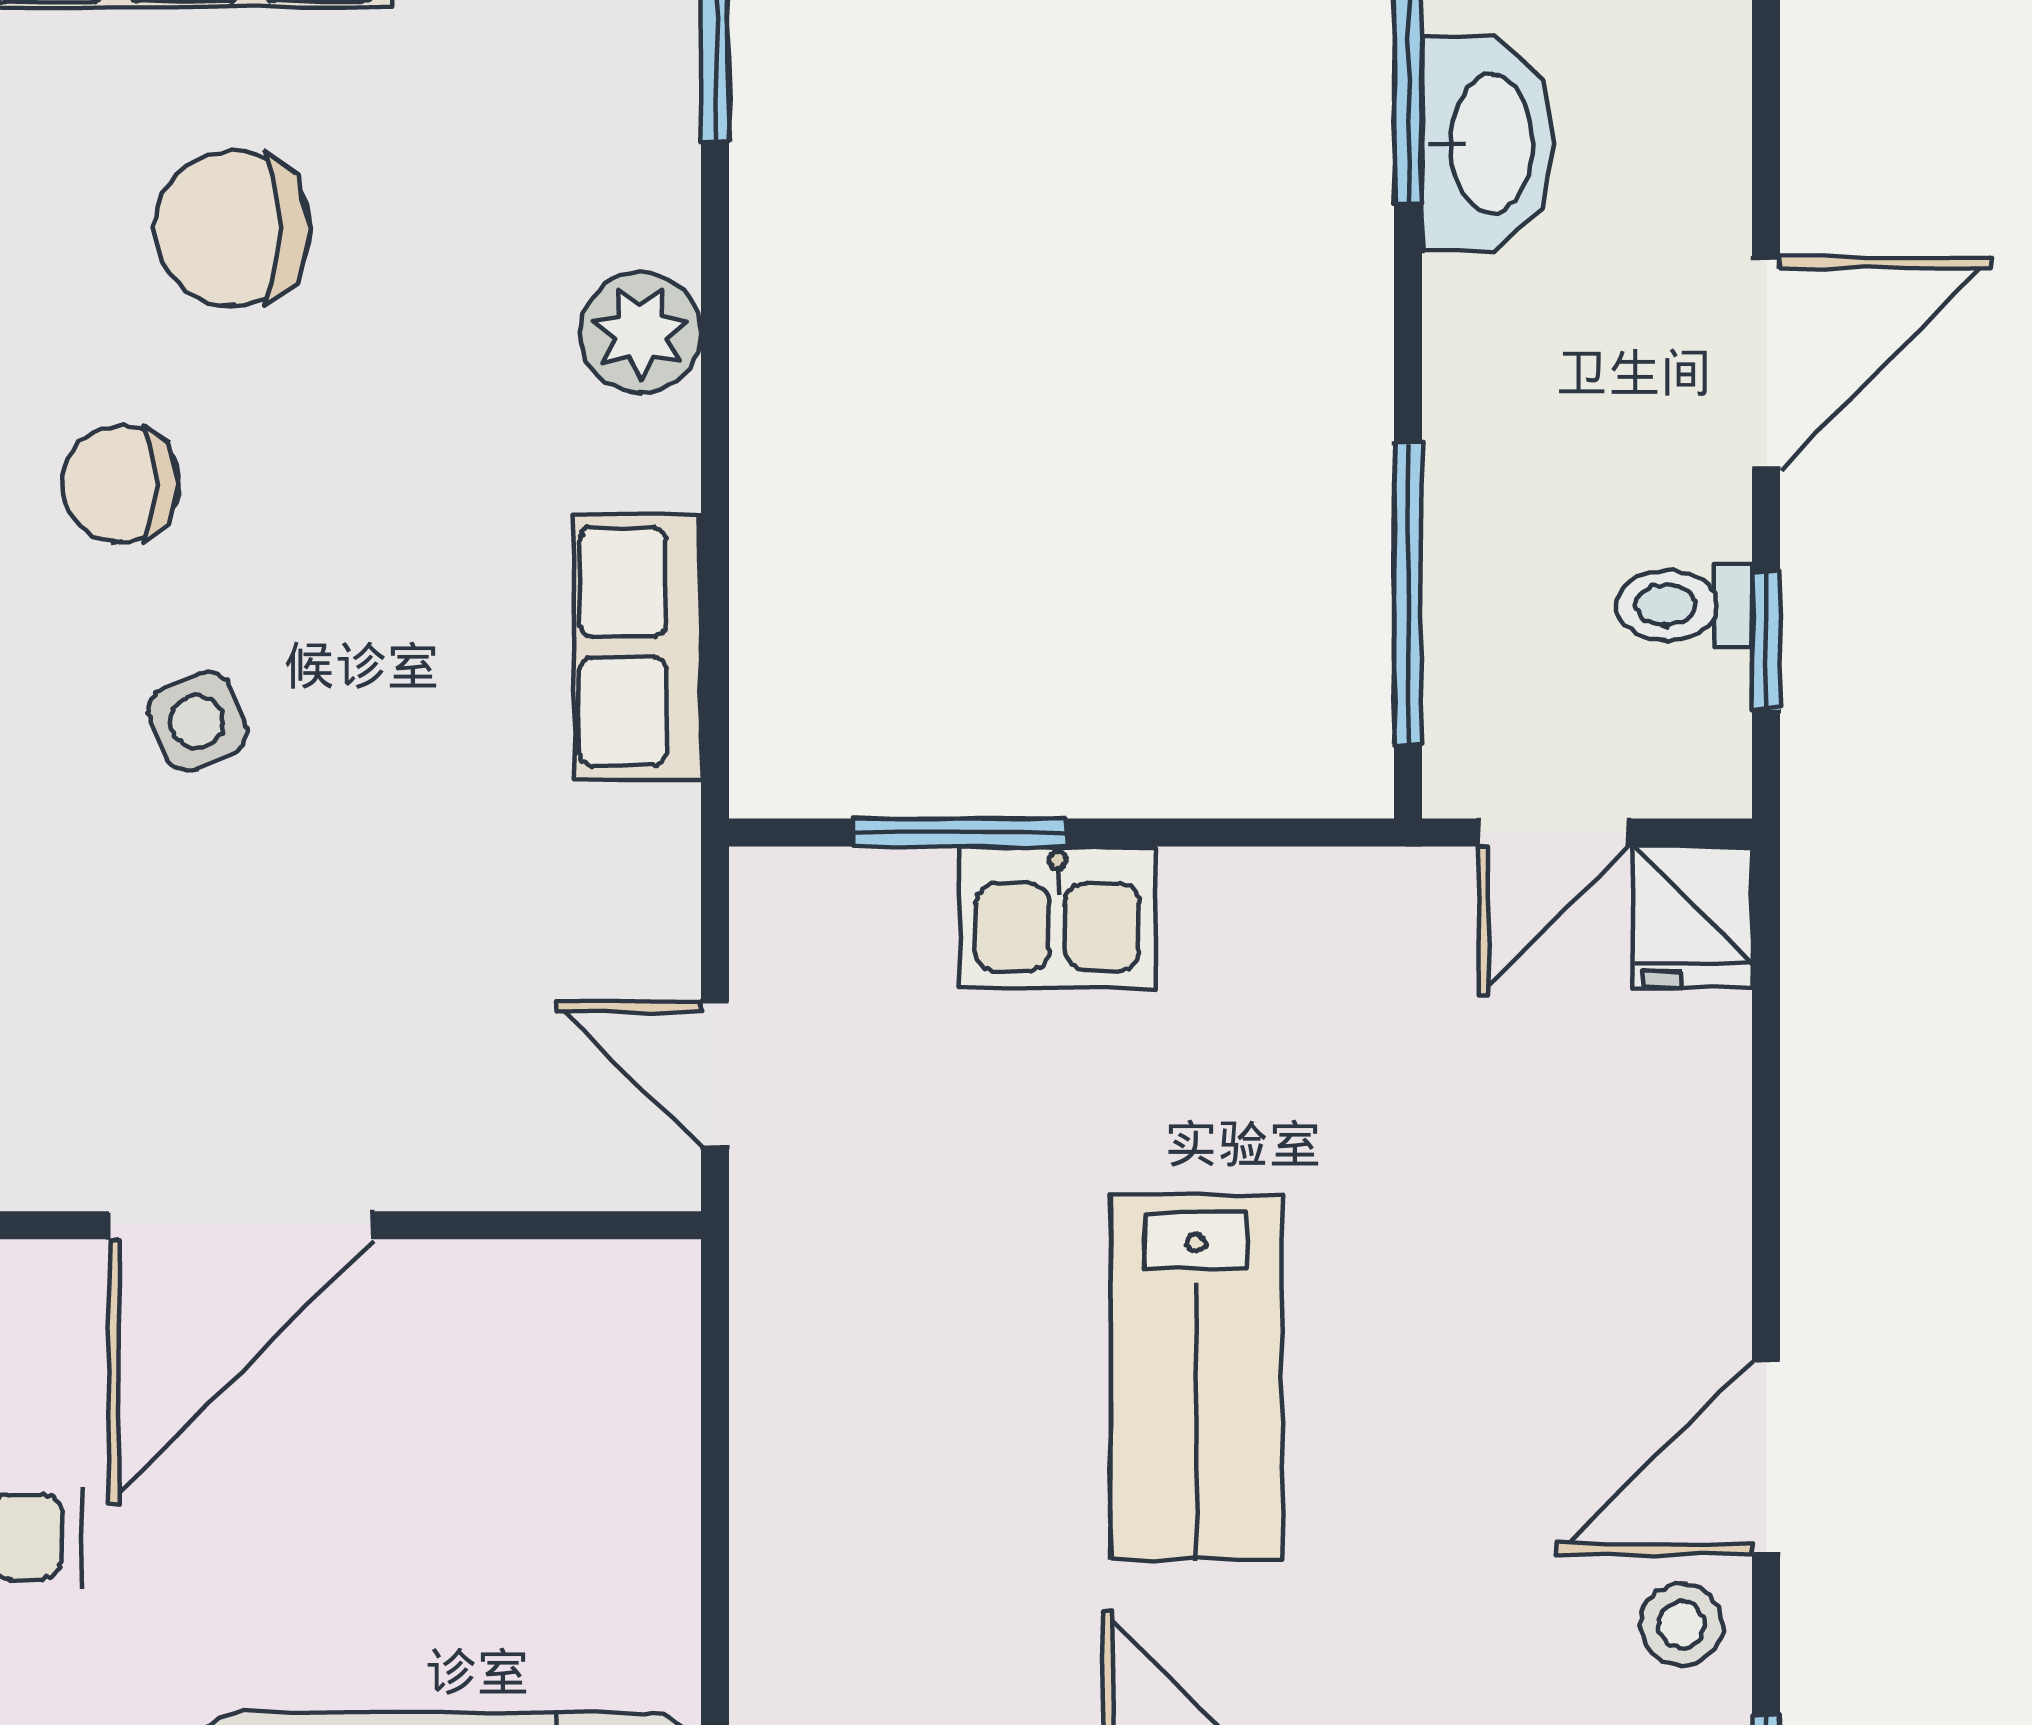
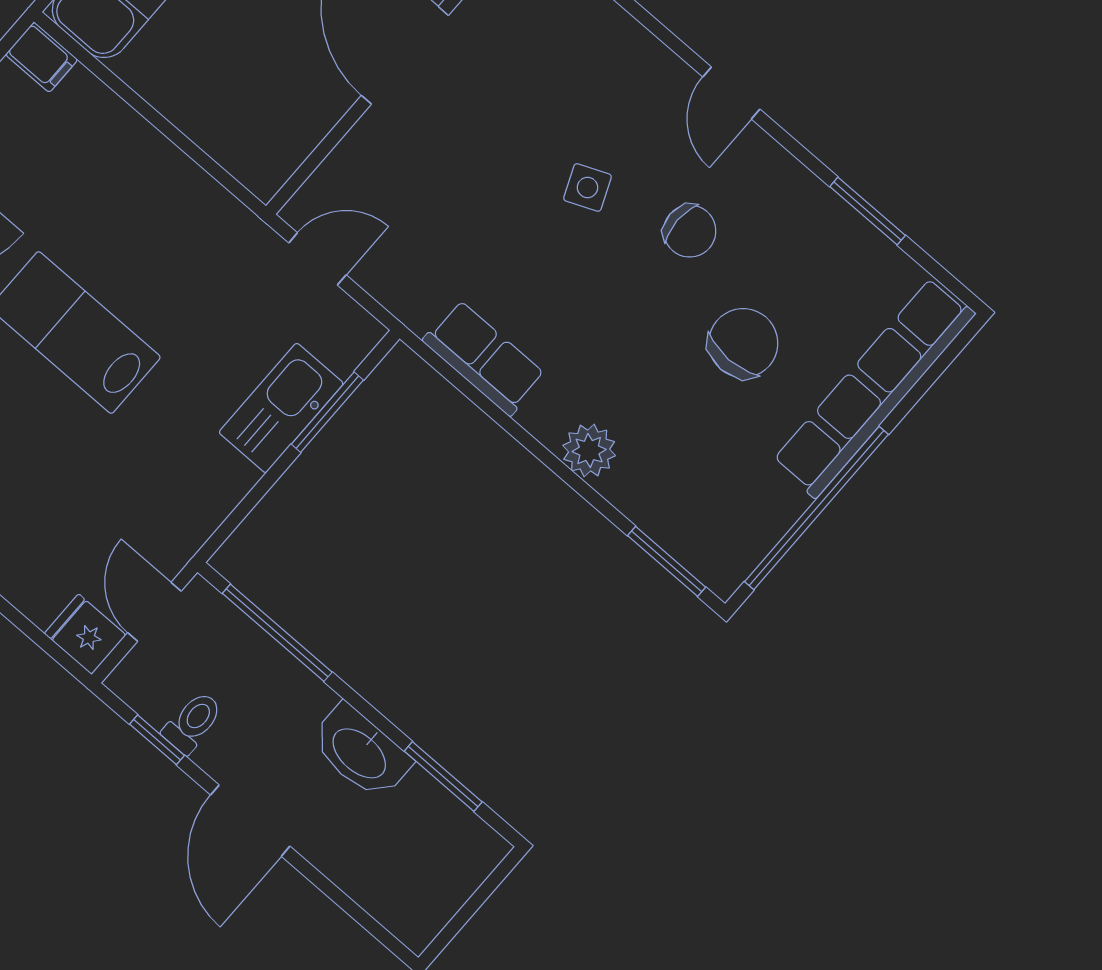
washbasin: (1488, 144) -> (360, 752), moved
chair: (121, 484) -> (690, 231), turned 90
kitchen sink: (1057, 917) -> (281, 408), width x1.38

